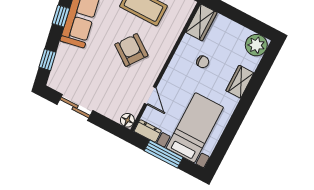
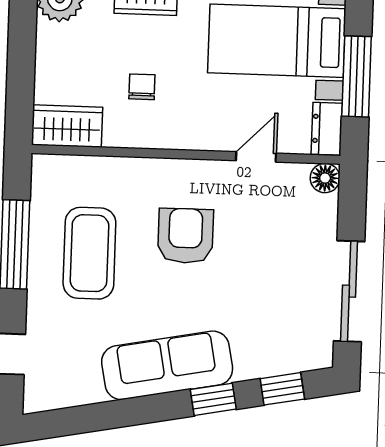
window: (61, 16) -> (213, 399), moved
armchair: (131, 50) -> (186, 236), turned 144
sliding door: (75, 107) -> (349, 291), width x1.37

